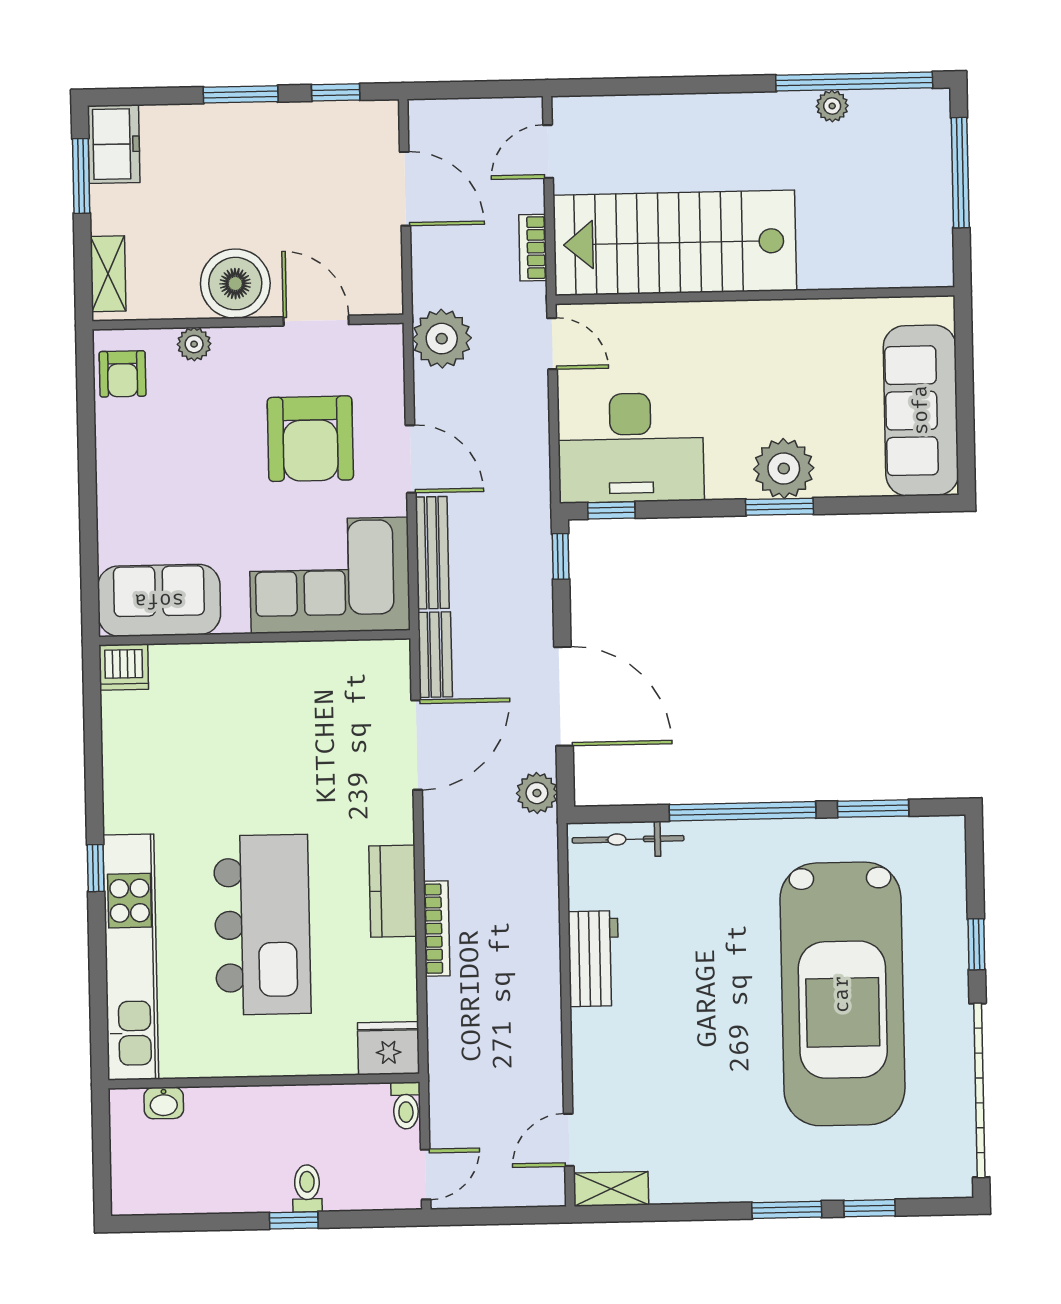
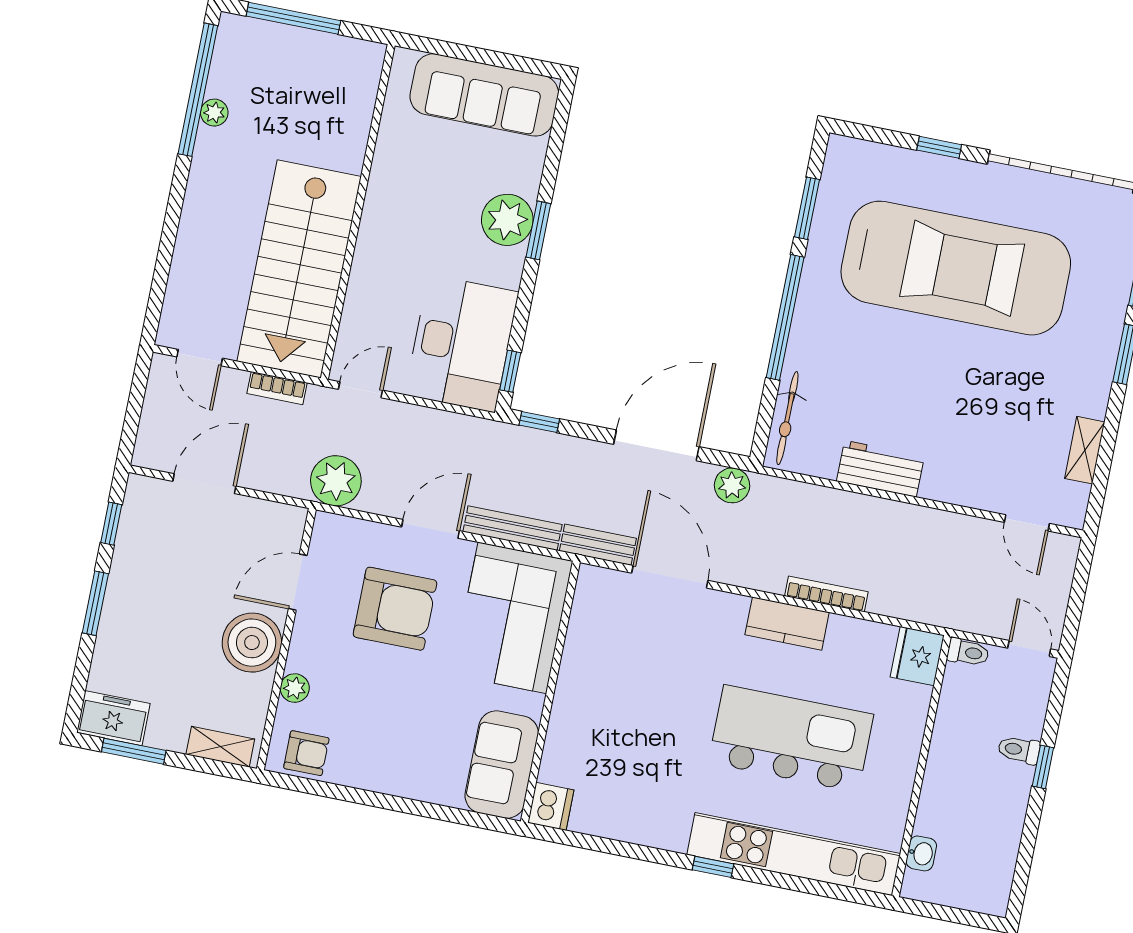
shelving: (611, 1189) -> (1085, 450), moved

